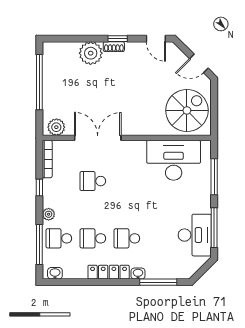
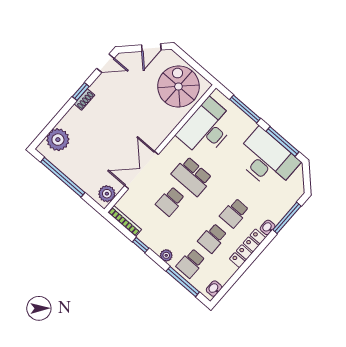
plant: (91, 53) -> (58, 140), moved
school desk: (127, 181) -> (192, 176), added
desk: (195, 235) -> (267, 159), width x1.36, depth x1.30

